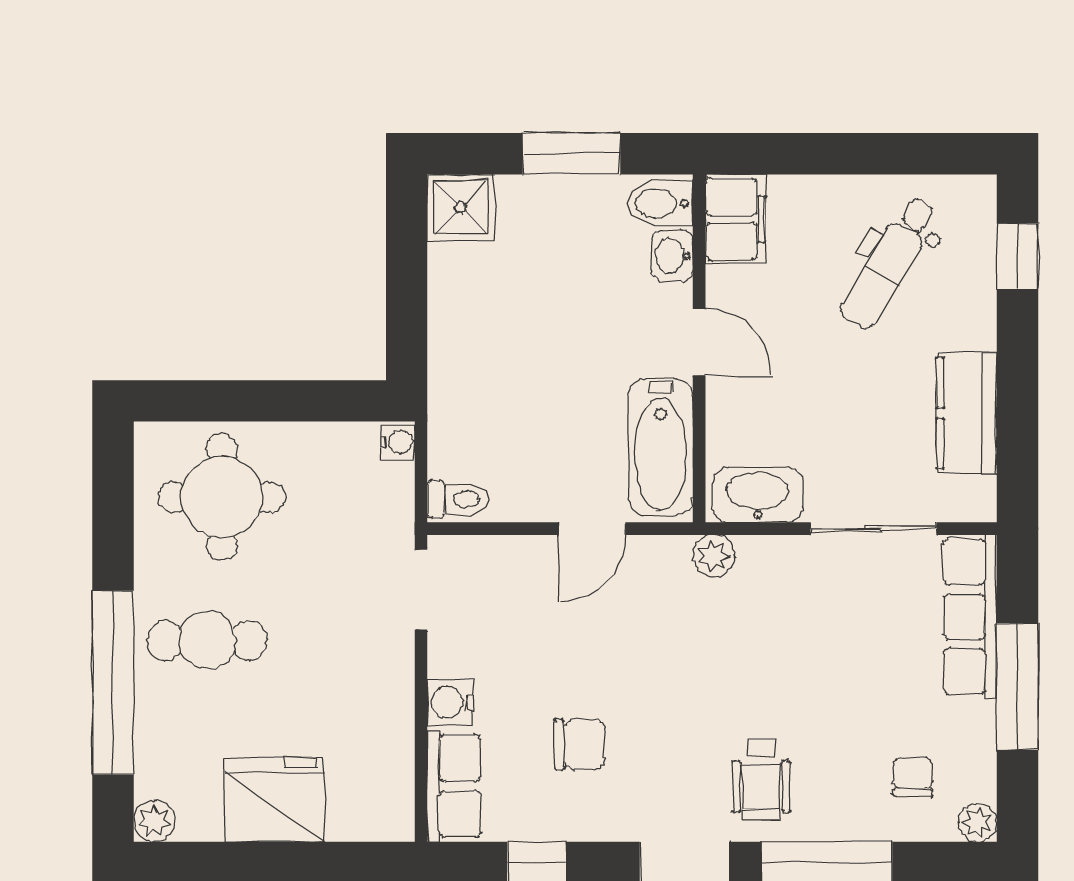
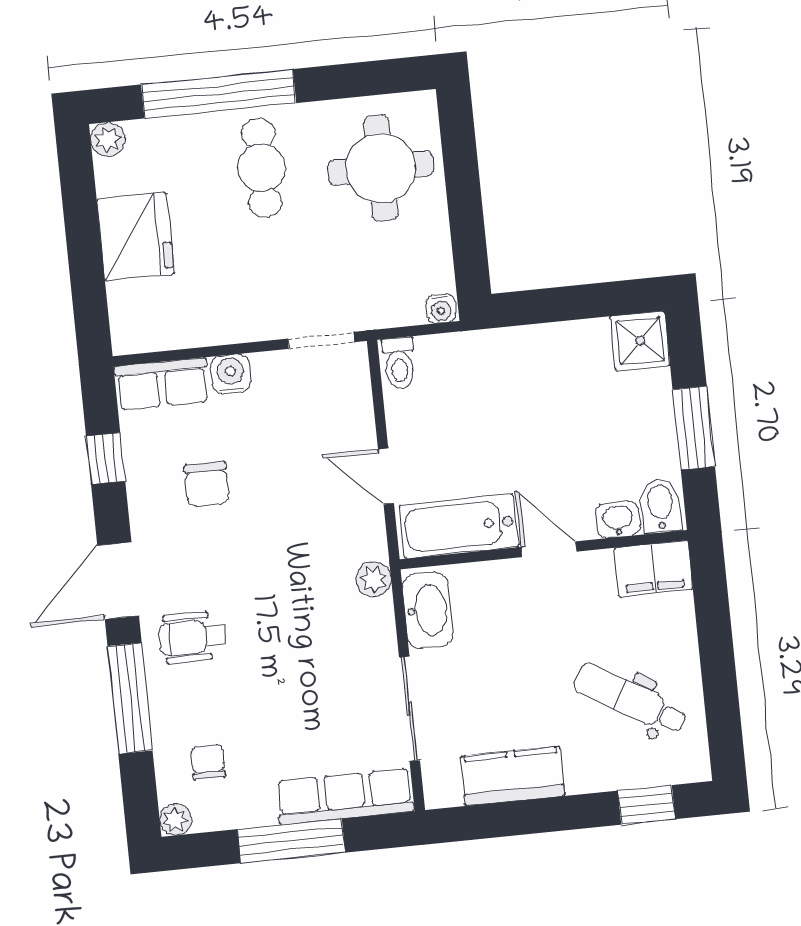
door: (699, 342) -> (549, 549), swing flipped
chair: (913, 777) -> (208, 762), turned -90

